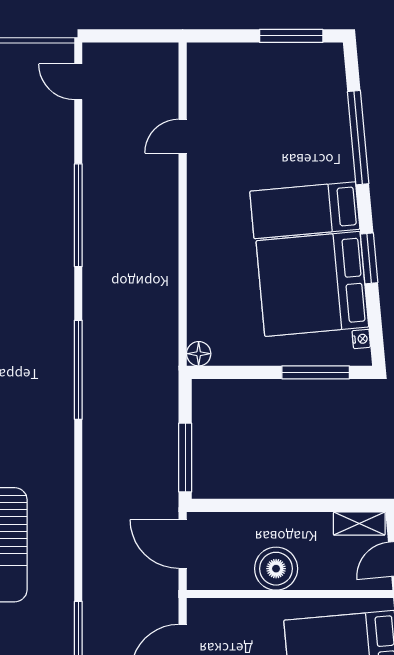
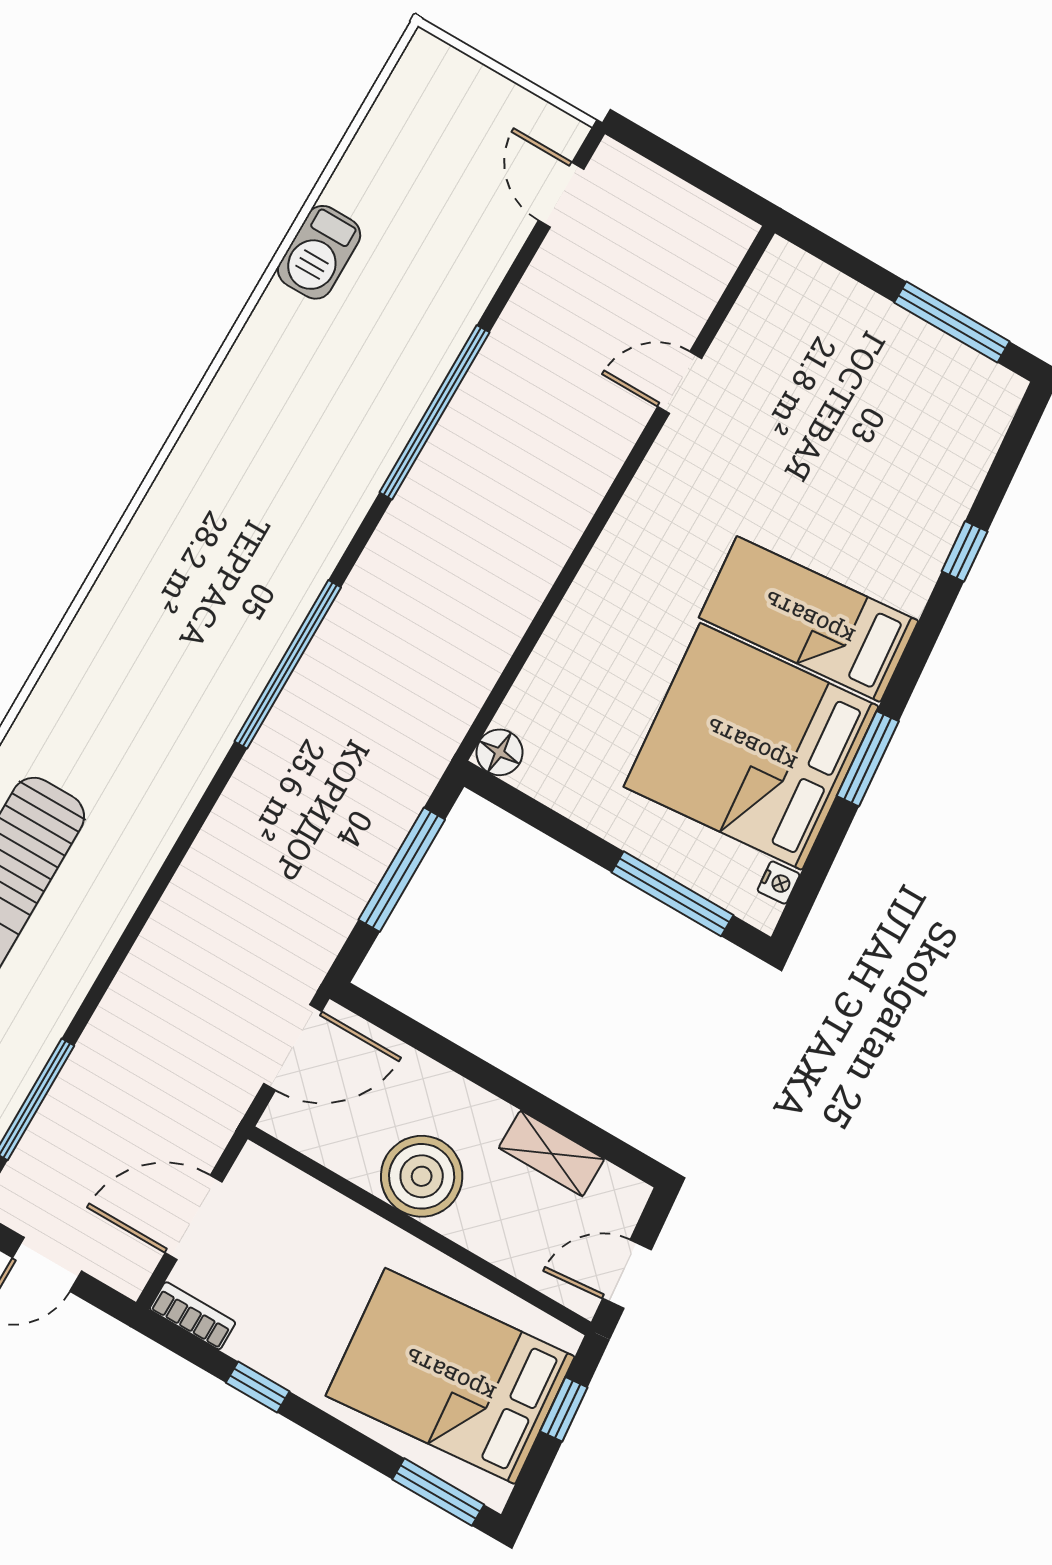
window: (358, 138) -> (965, 551), width x0.32
window: (185, 458) -> (402, 870), moved
shelving: (359, 524) -> (551, 1153), moved
door: (183, 544) -> (293, 1047), swing flipped

